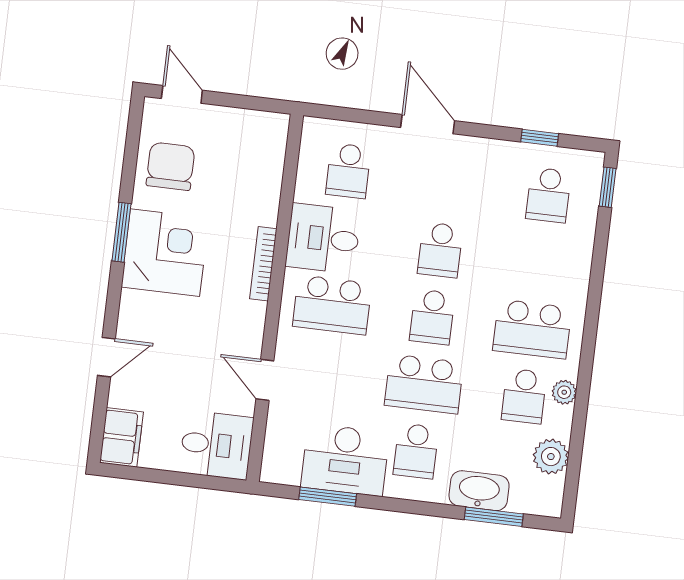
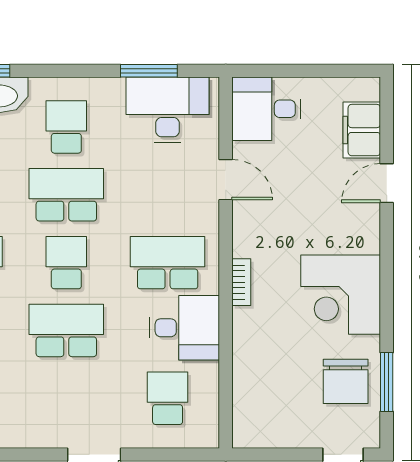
window: (121, 232) -> (387, 382), moved
school desk: (440, 250) -> (66, 330), width x1.85
bookcase: (263, 264) -> (241, 282), width x0.64
filing cabinet: (122, 437) -> (362, 130), moved
desk: (345, 460) -> (168, 110), moved

